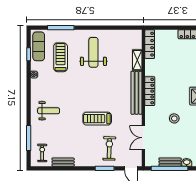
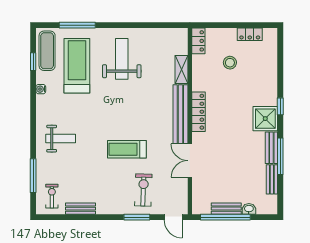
locker: (150, 44) -> (198, 41), width x0.66
treadmill: (61, 57) -> (77, 66), width x1.37, depth x1.38
stool: (174, 118) -> (230, 63), moved
double door: (143, 138) -> (190, 161), moved

